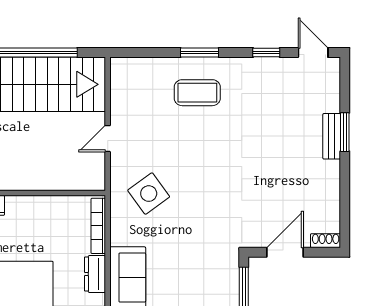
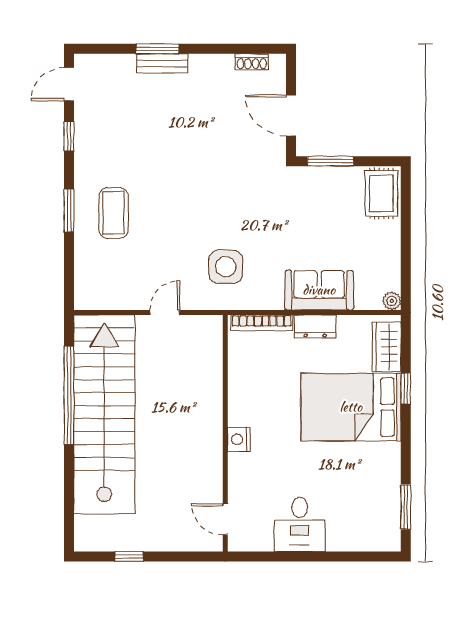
door: (108, 139) -> (165, 312), swing flipped
side table: (149, 194) -> (226, 267), turned 36
shoe rack: (326, 241) -> (252, 62), moved, turned -90

